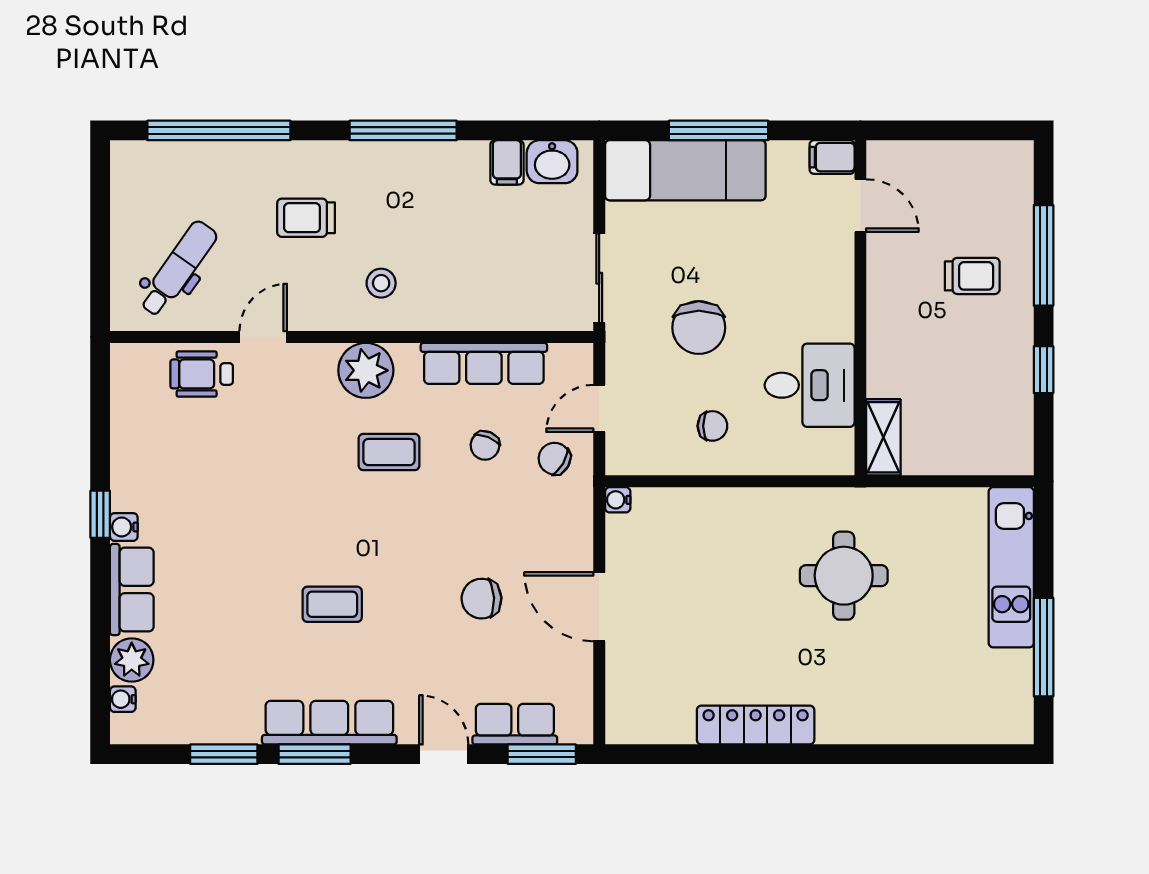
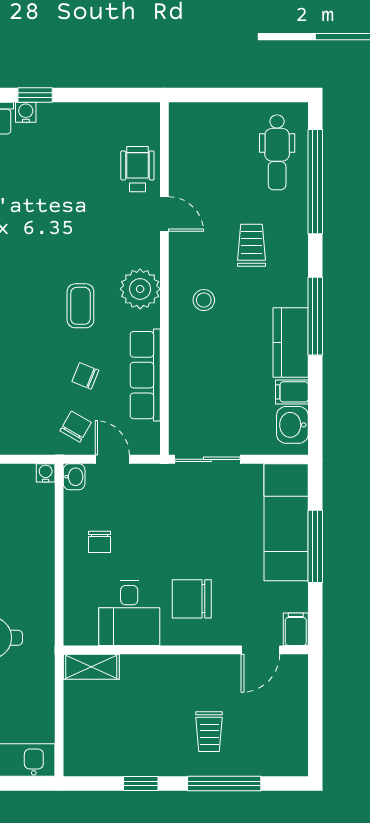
kitchen counter: (439, 164) -> (291, 343), added
dental chair: (178, 269) -> (277, 152), moved, turned 55
chair: (699, 328) -> (192, 599), moved
washbasin: (623, 461) -> (74, 477), added

